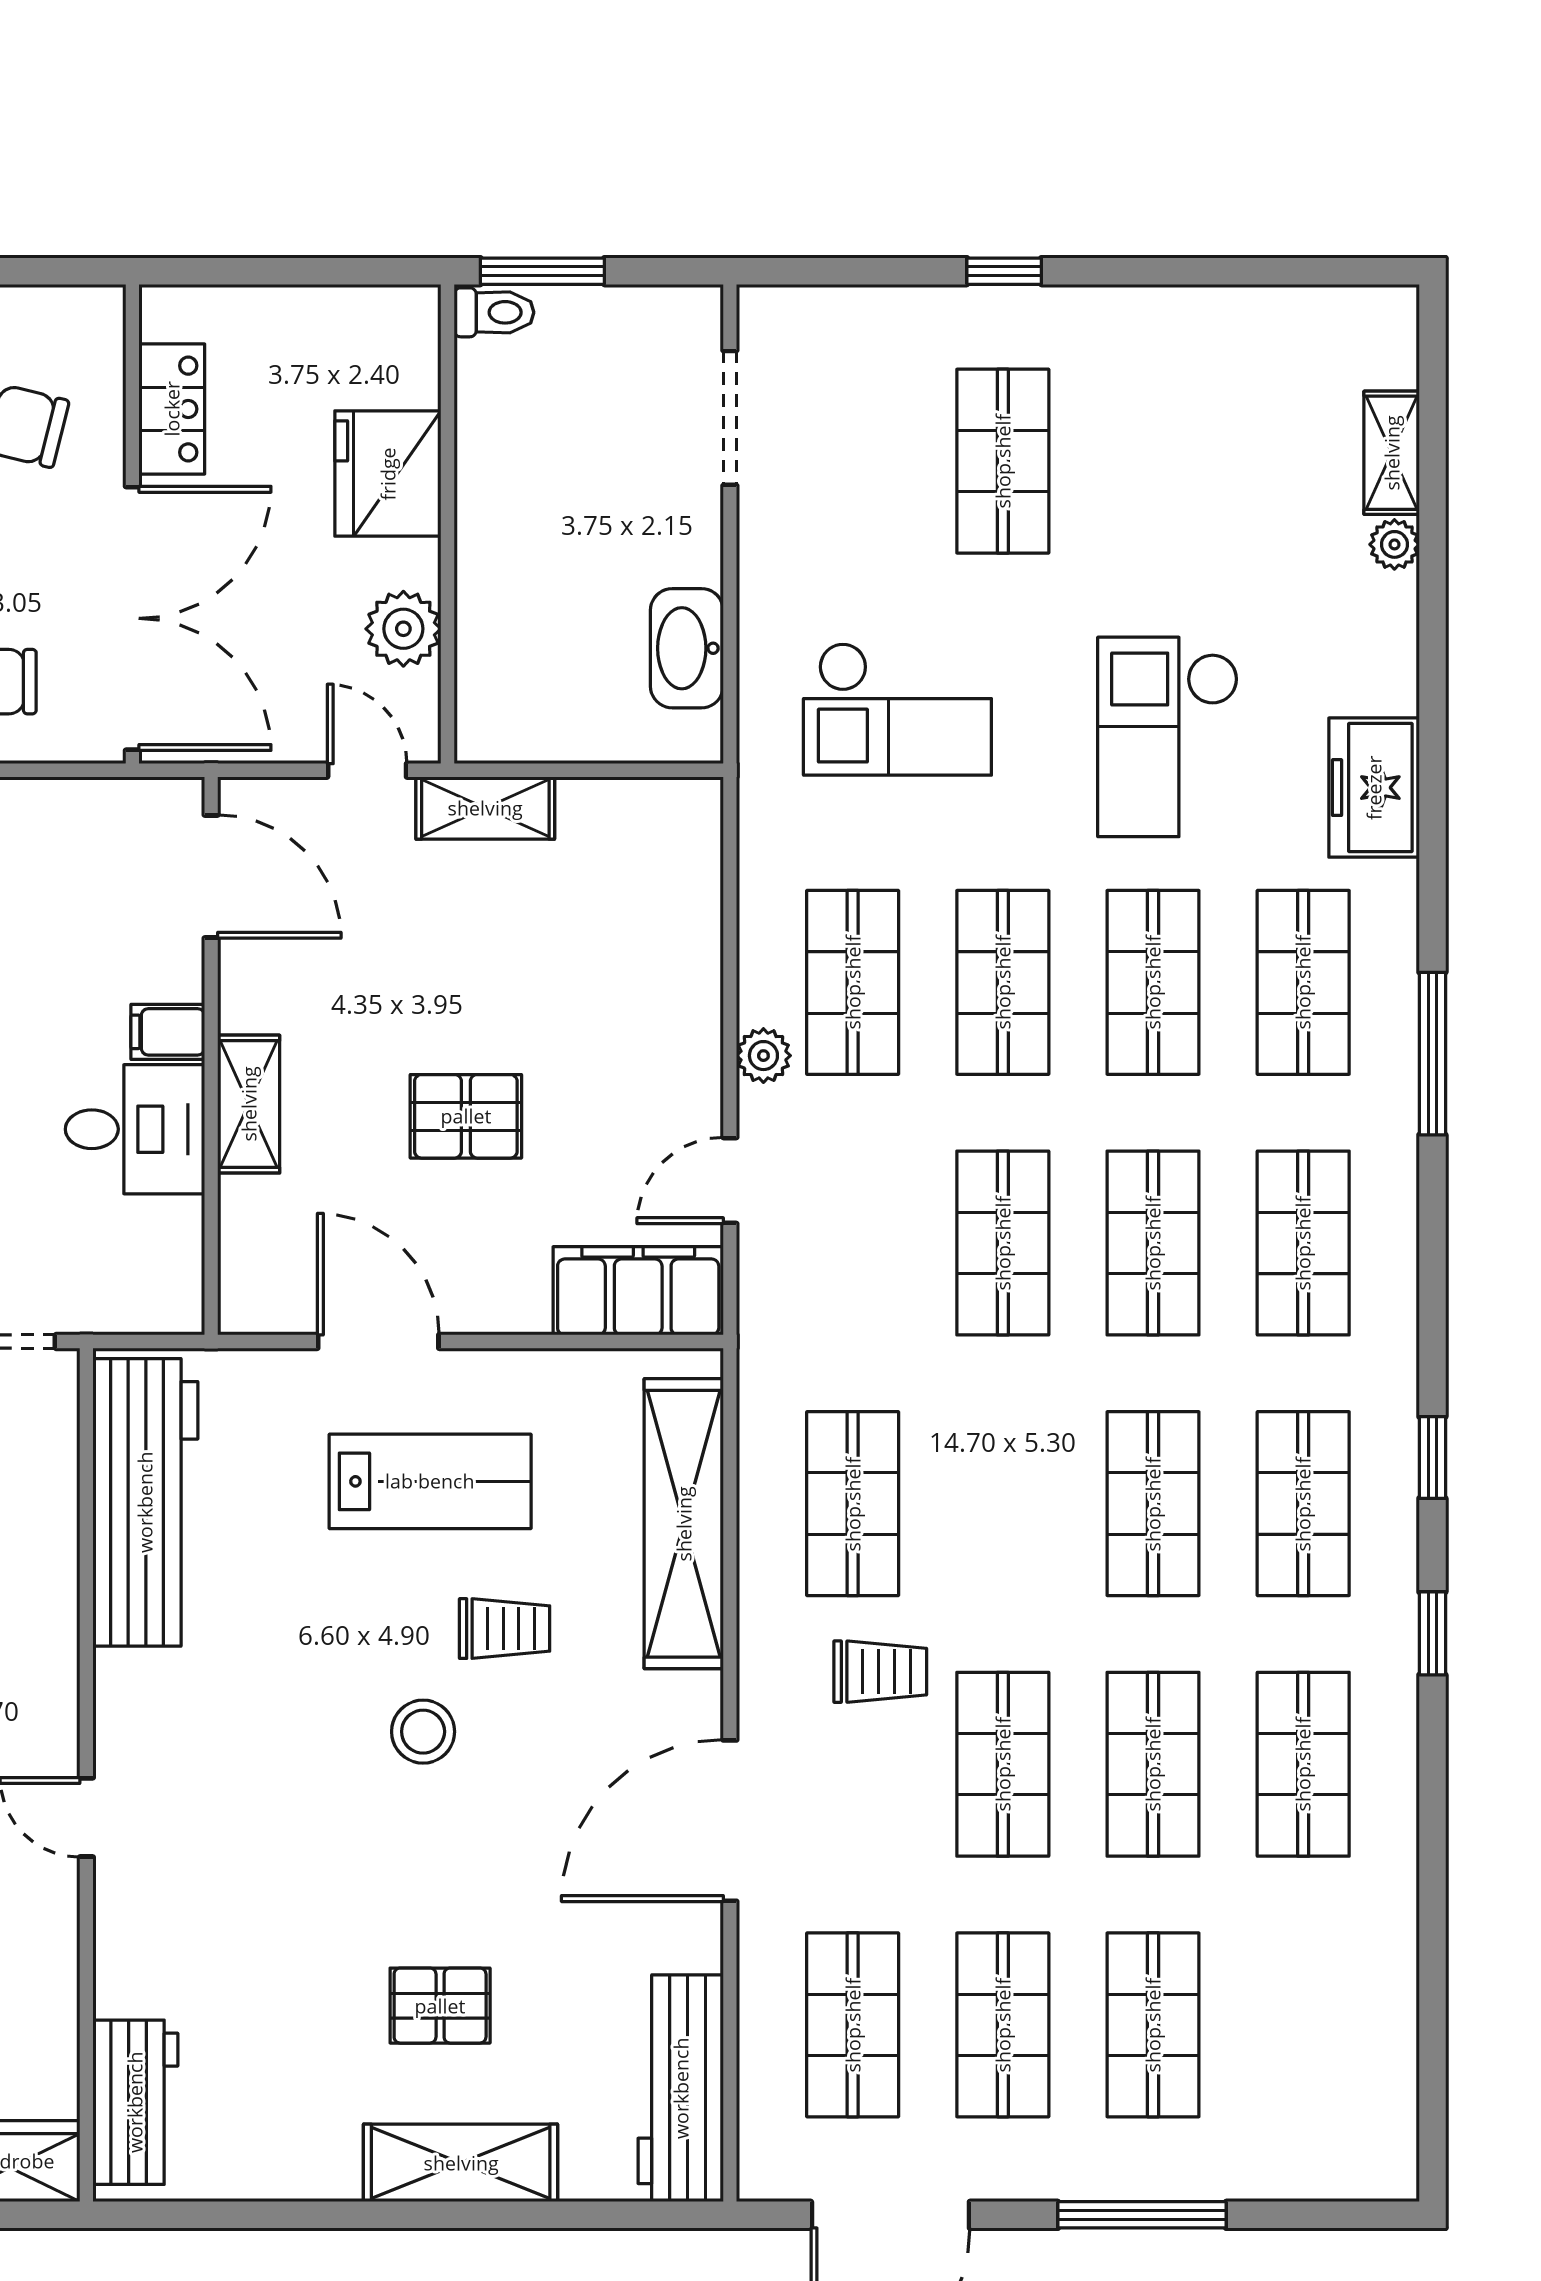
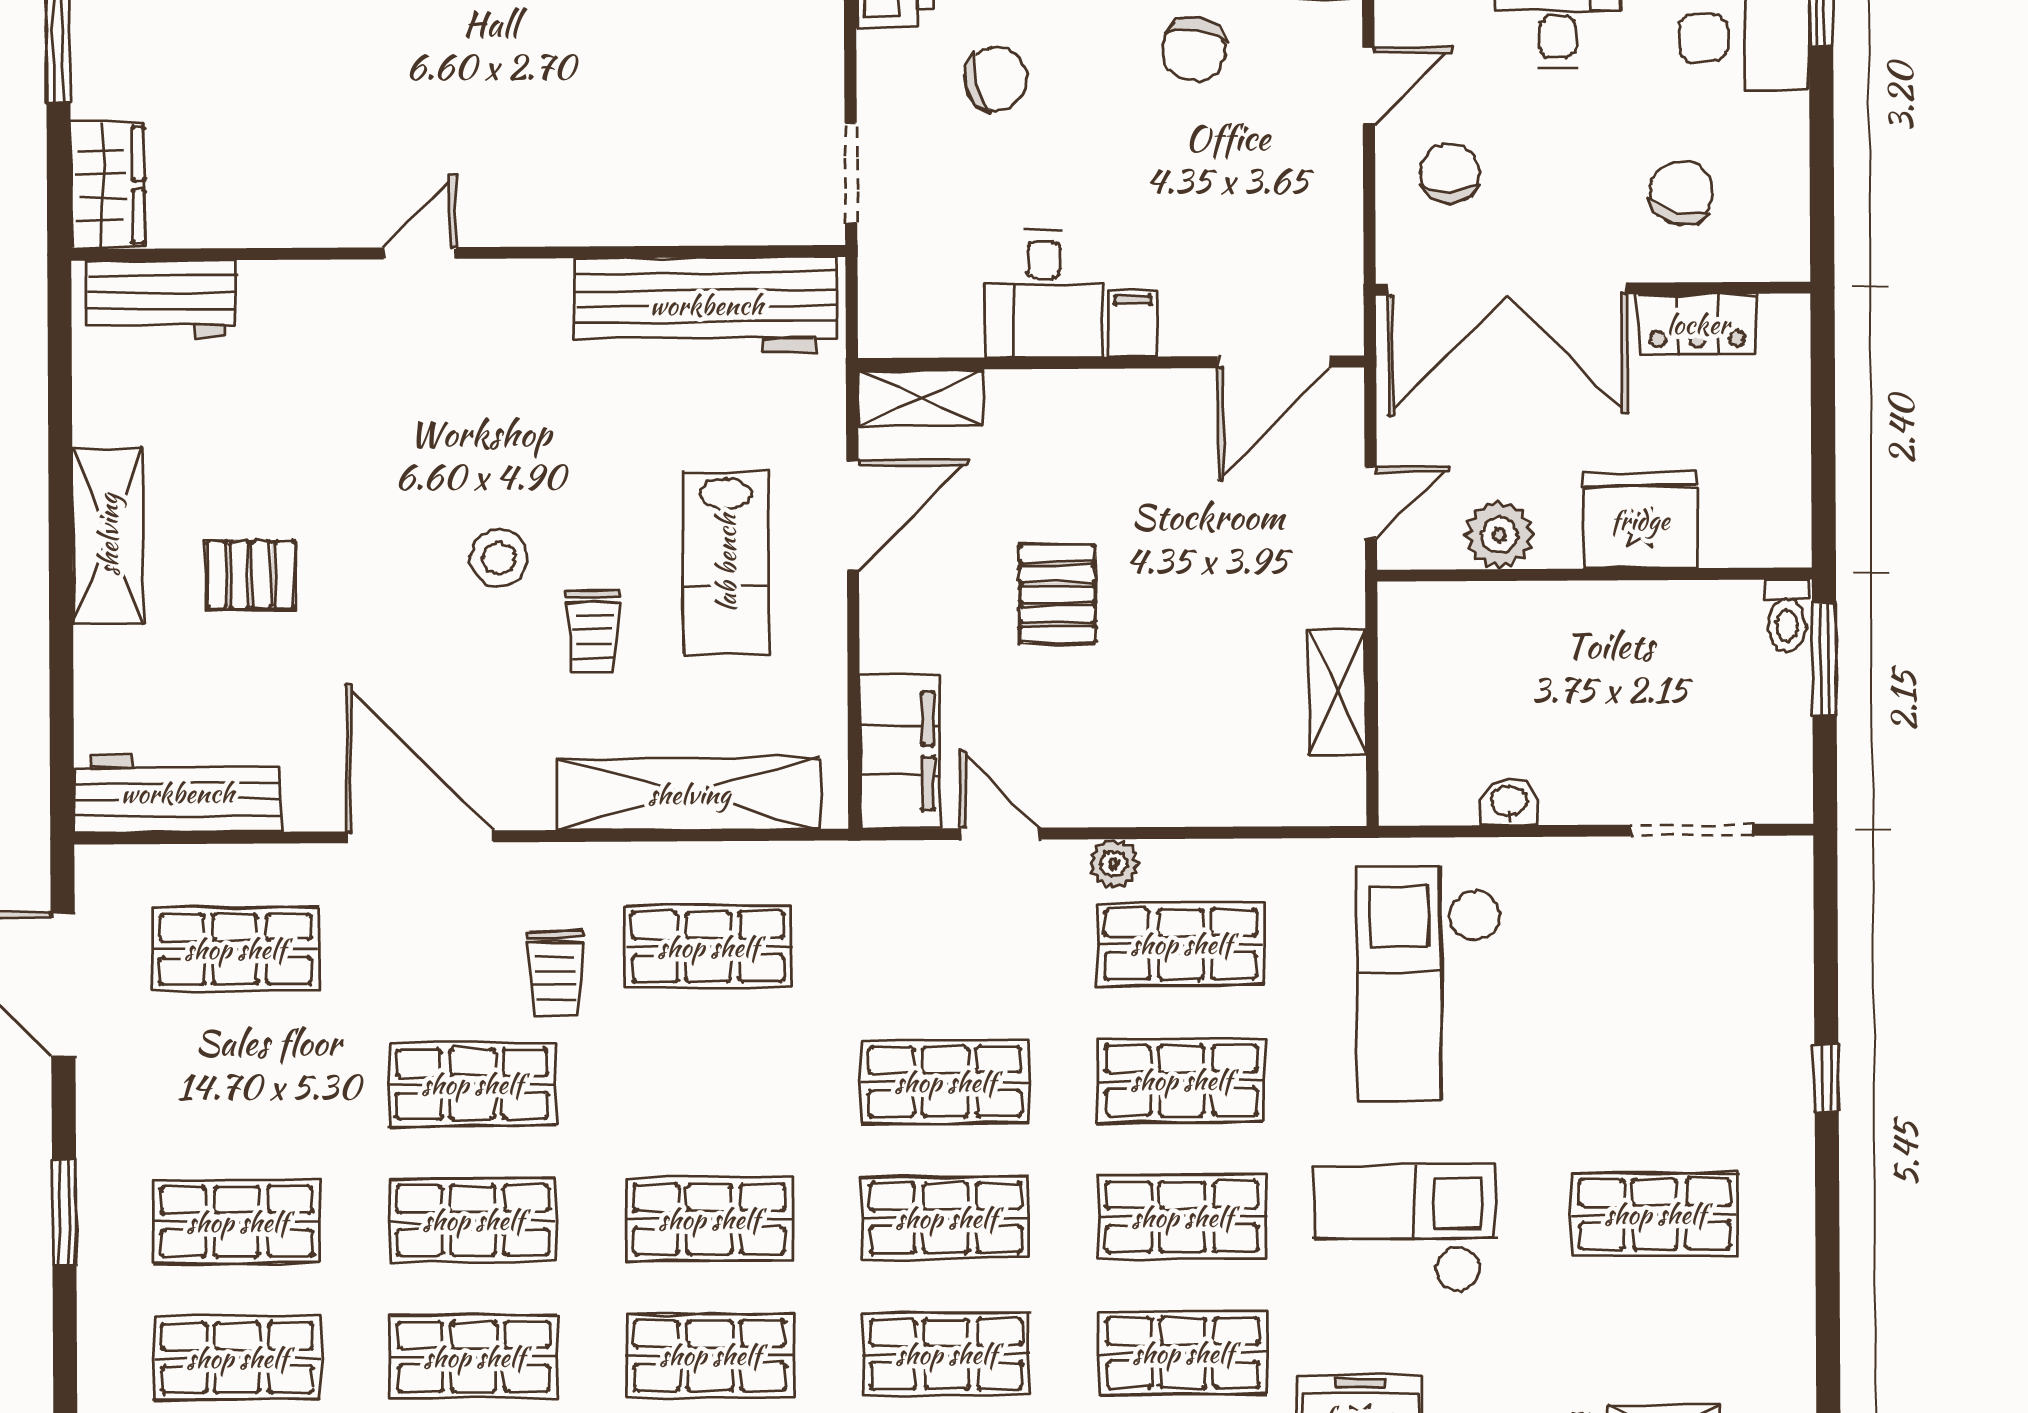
shop shelf: (1003, 461) -> (1655, 1214), moved
washbasin: (687, 648) -> (1509, 802), width x0.52, depth x0.69
checkout: (897, 709) -> (1429, 984), width x1.36, depth x1.21
shelving: (485, 808) -> (1338, 692), moved
shelving: (249, 1104) -> (921, 398), moved
pallet: (440, 2006) -> (251, 575), turned 90
shop shelf: (1003, 2025) -> (237, 1358), moved
shelving: (461, 2163) -> (108, 535), moved
window: (1142, 2215) -> (64, 1213), width x0.69

